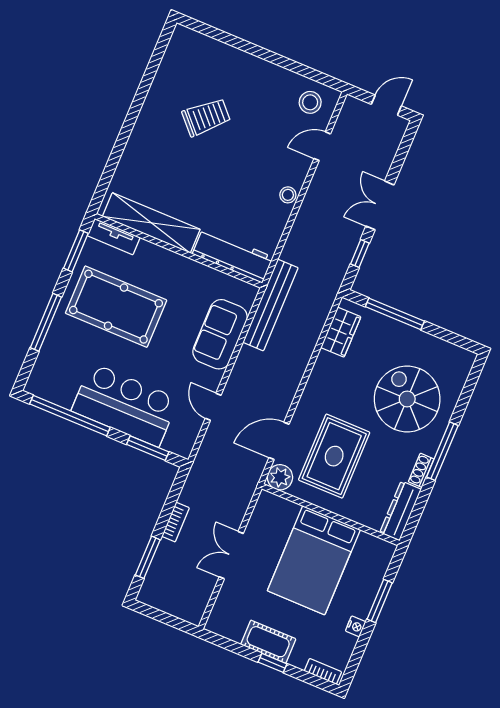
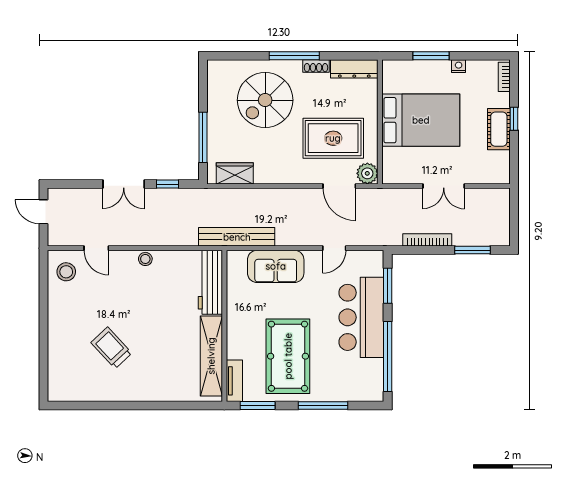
bookcase: (176, 522) -> (427, 240), width x1.56

